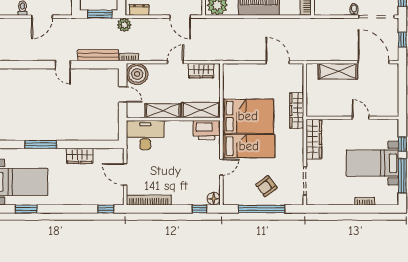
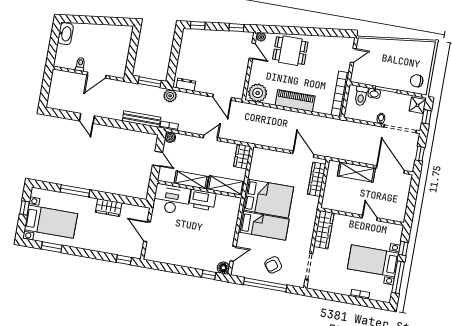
door: (63, 65) -> (87, 118), moved
wardrobe: (201, 71) -> (242, 156), moved, turned 90
boiler: (137, 74) -> (170, 137), width x0.54, depth x0.54
wardrobe: (297, 110) -> (317, 179), moved
printer: (207, 130) -> (202, 200), moved
door: (221, 167) -> (233, 254), moved
bookcase: (149, 200) -> (164, 259), removed

